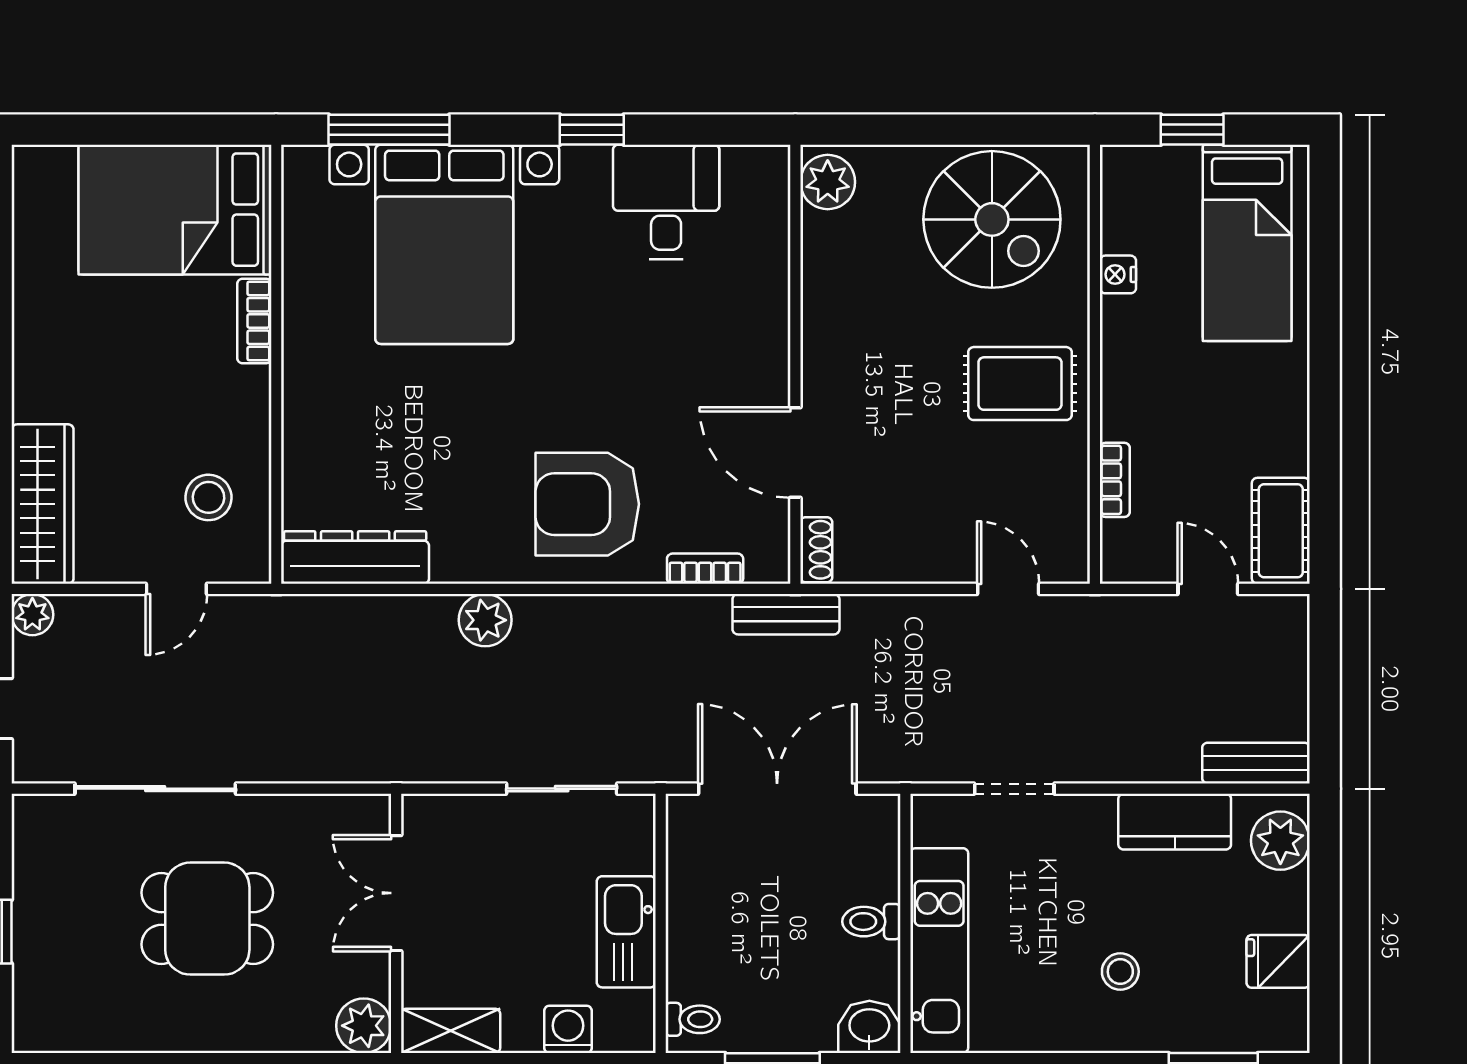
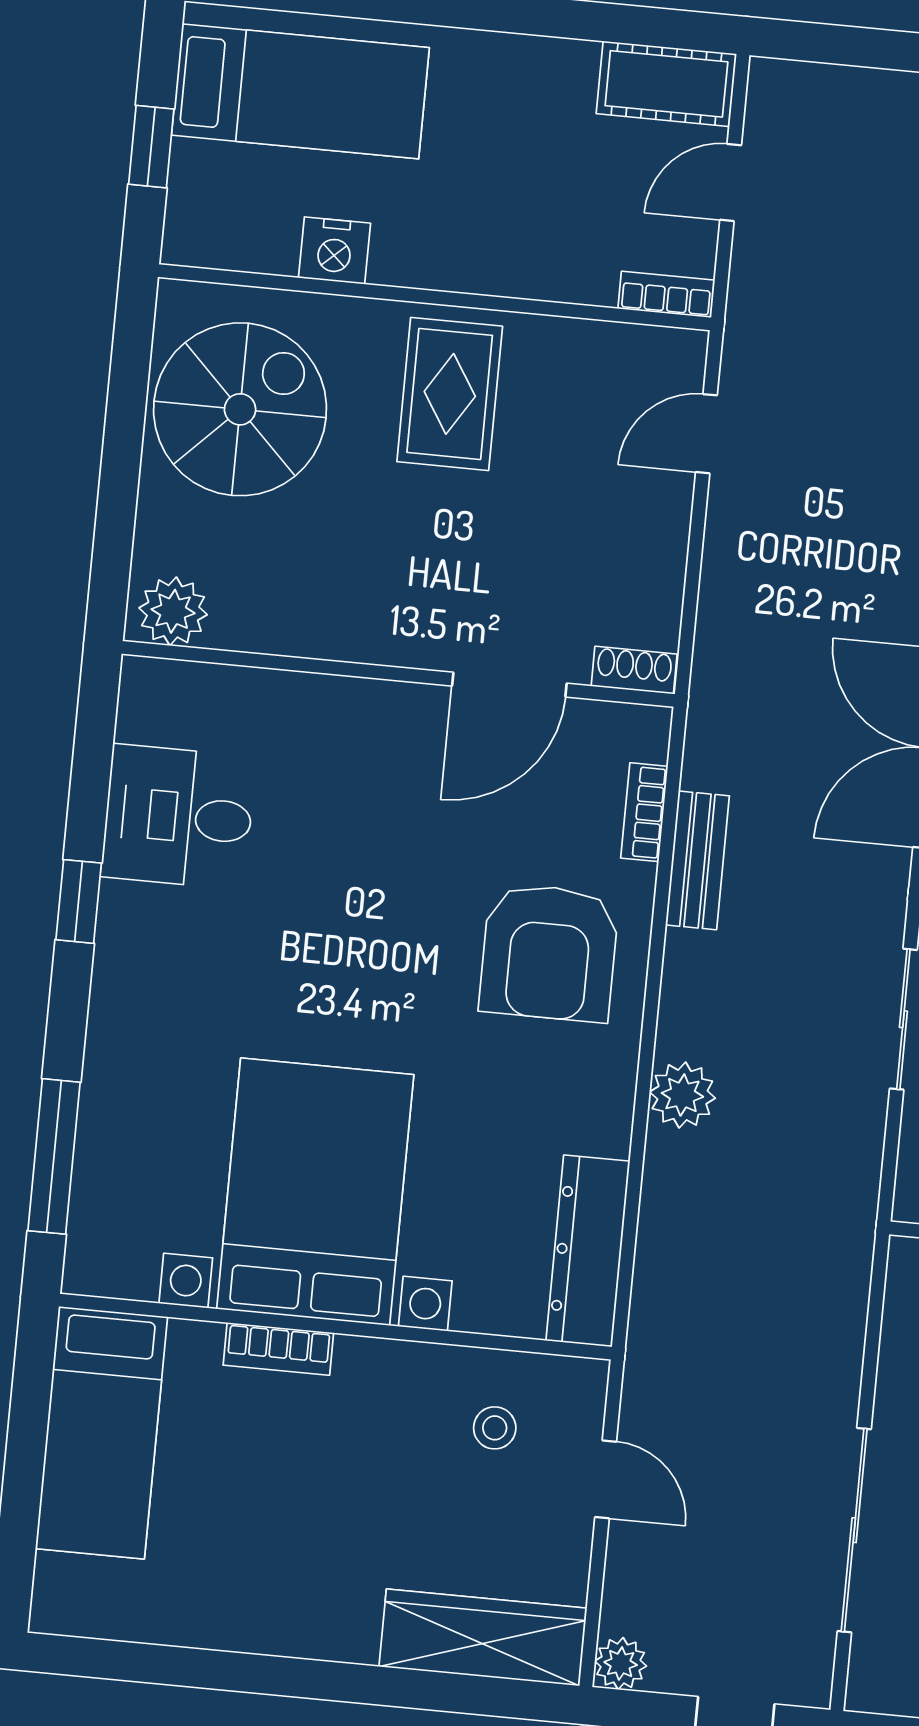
bed: (175, 210) -> (101, 1433), width x0.67
bed with nightstands: (444, 244) -> (315, 1192), moved, turned -90
nightstand: (1118, 274) -> (335, 251), width x1.39, depth x1.35
bookcase: (1115, 480) -> (666, 294), moved
stool: (209, 497) -> (495, 1428), width x0.73, depth x0.73
bench: (786, 614) -> (697, 860), moved

